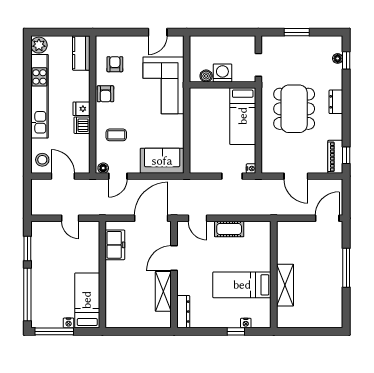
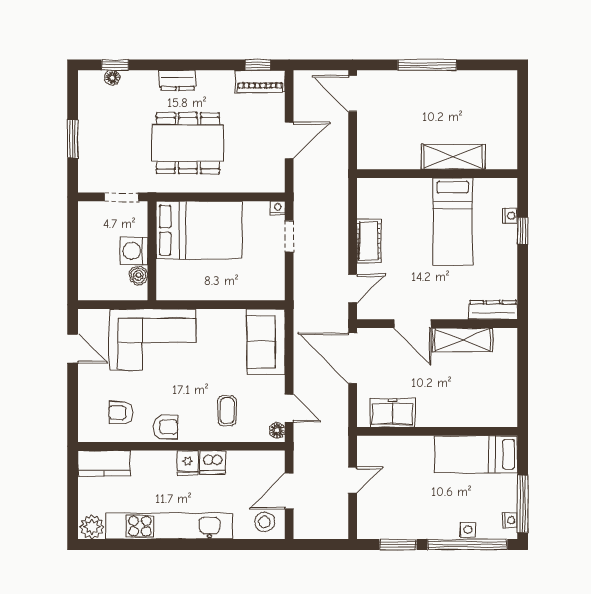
bed: (243, 116) -> (199, 230), width x1.50
side table: (37, 295) -> (468, 530), added
nightstand: (69, 323) -> (510, 520), moved

